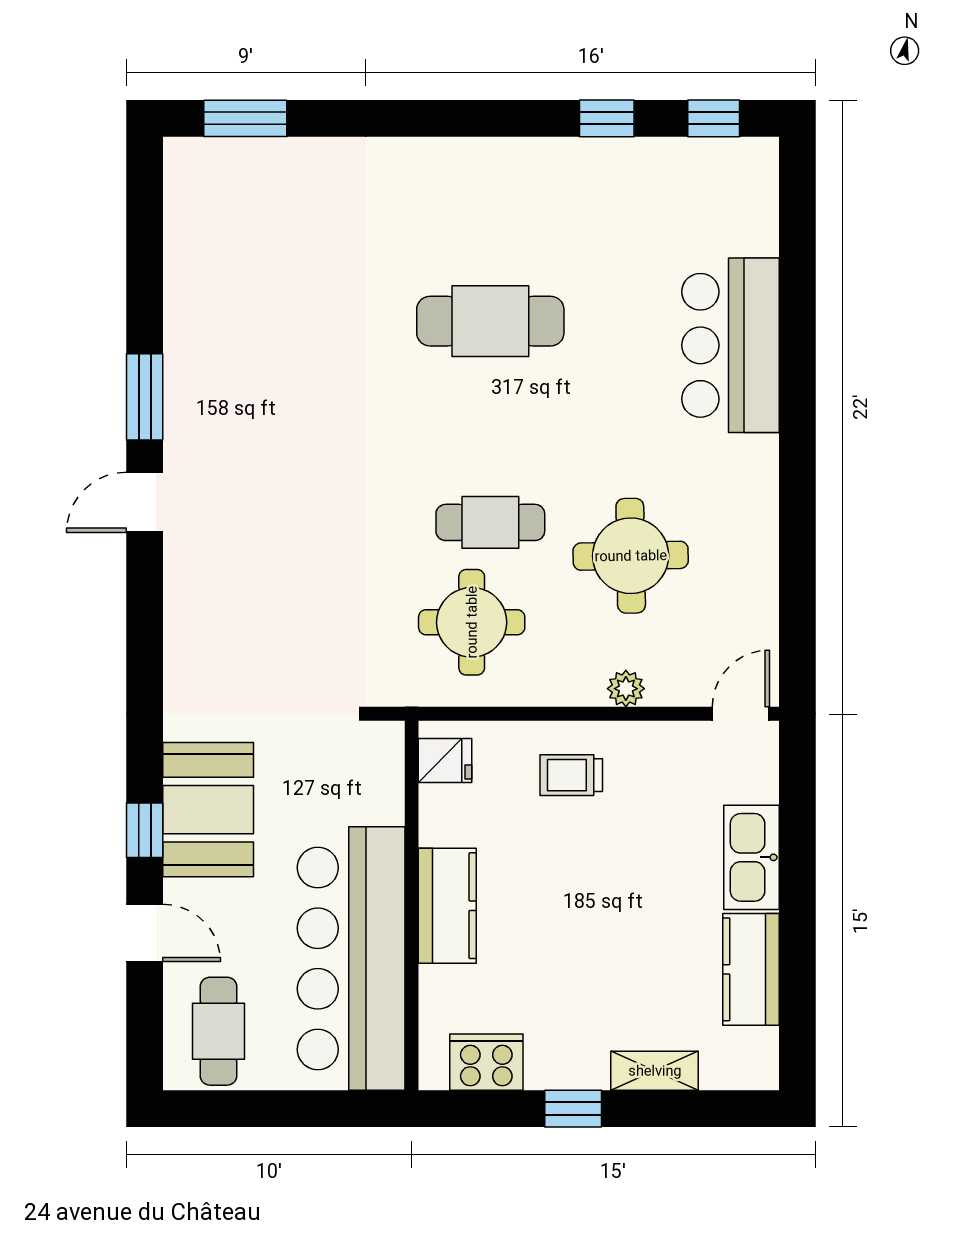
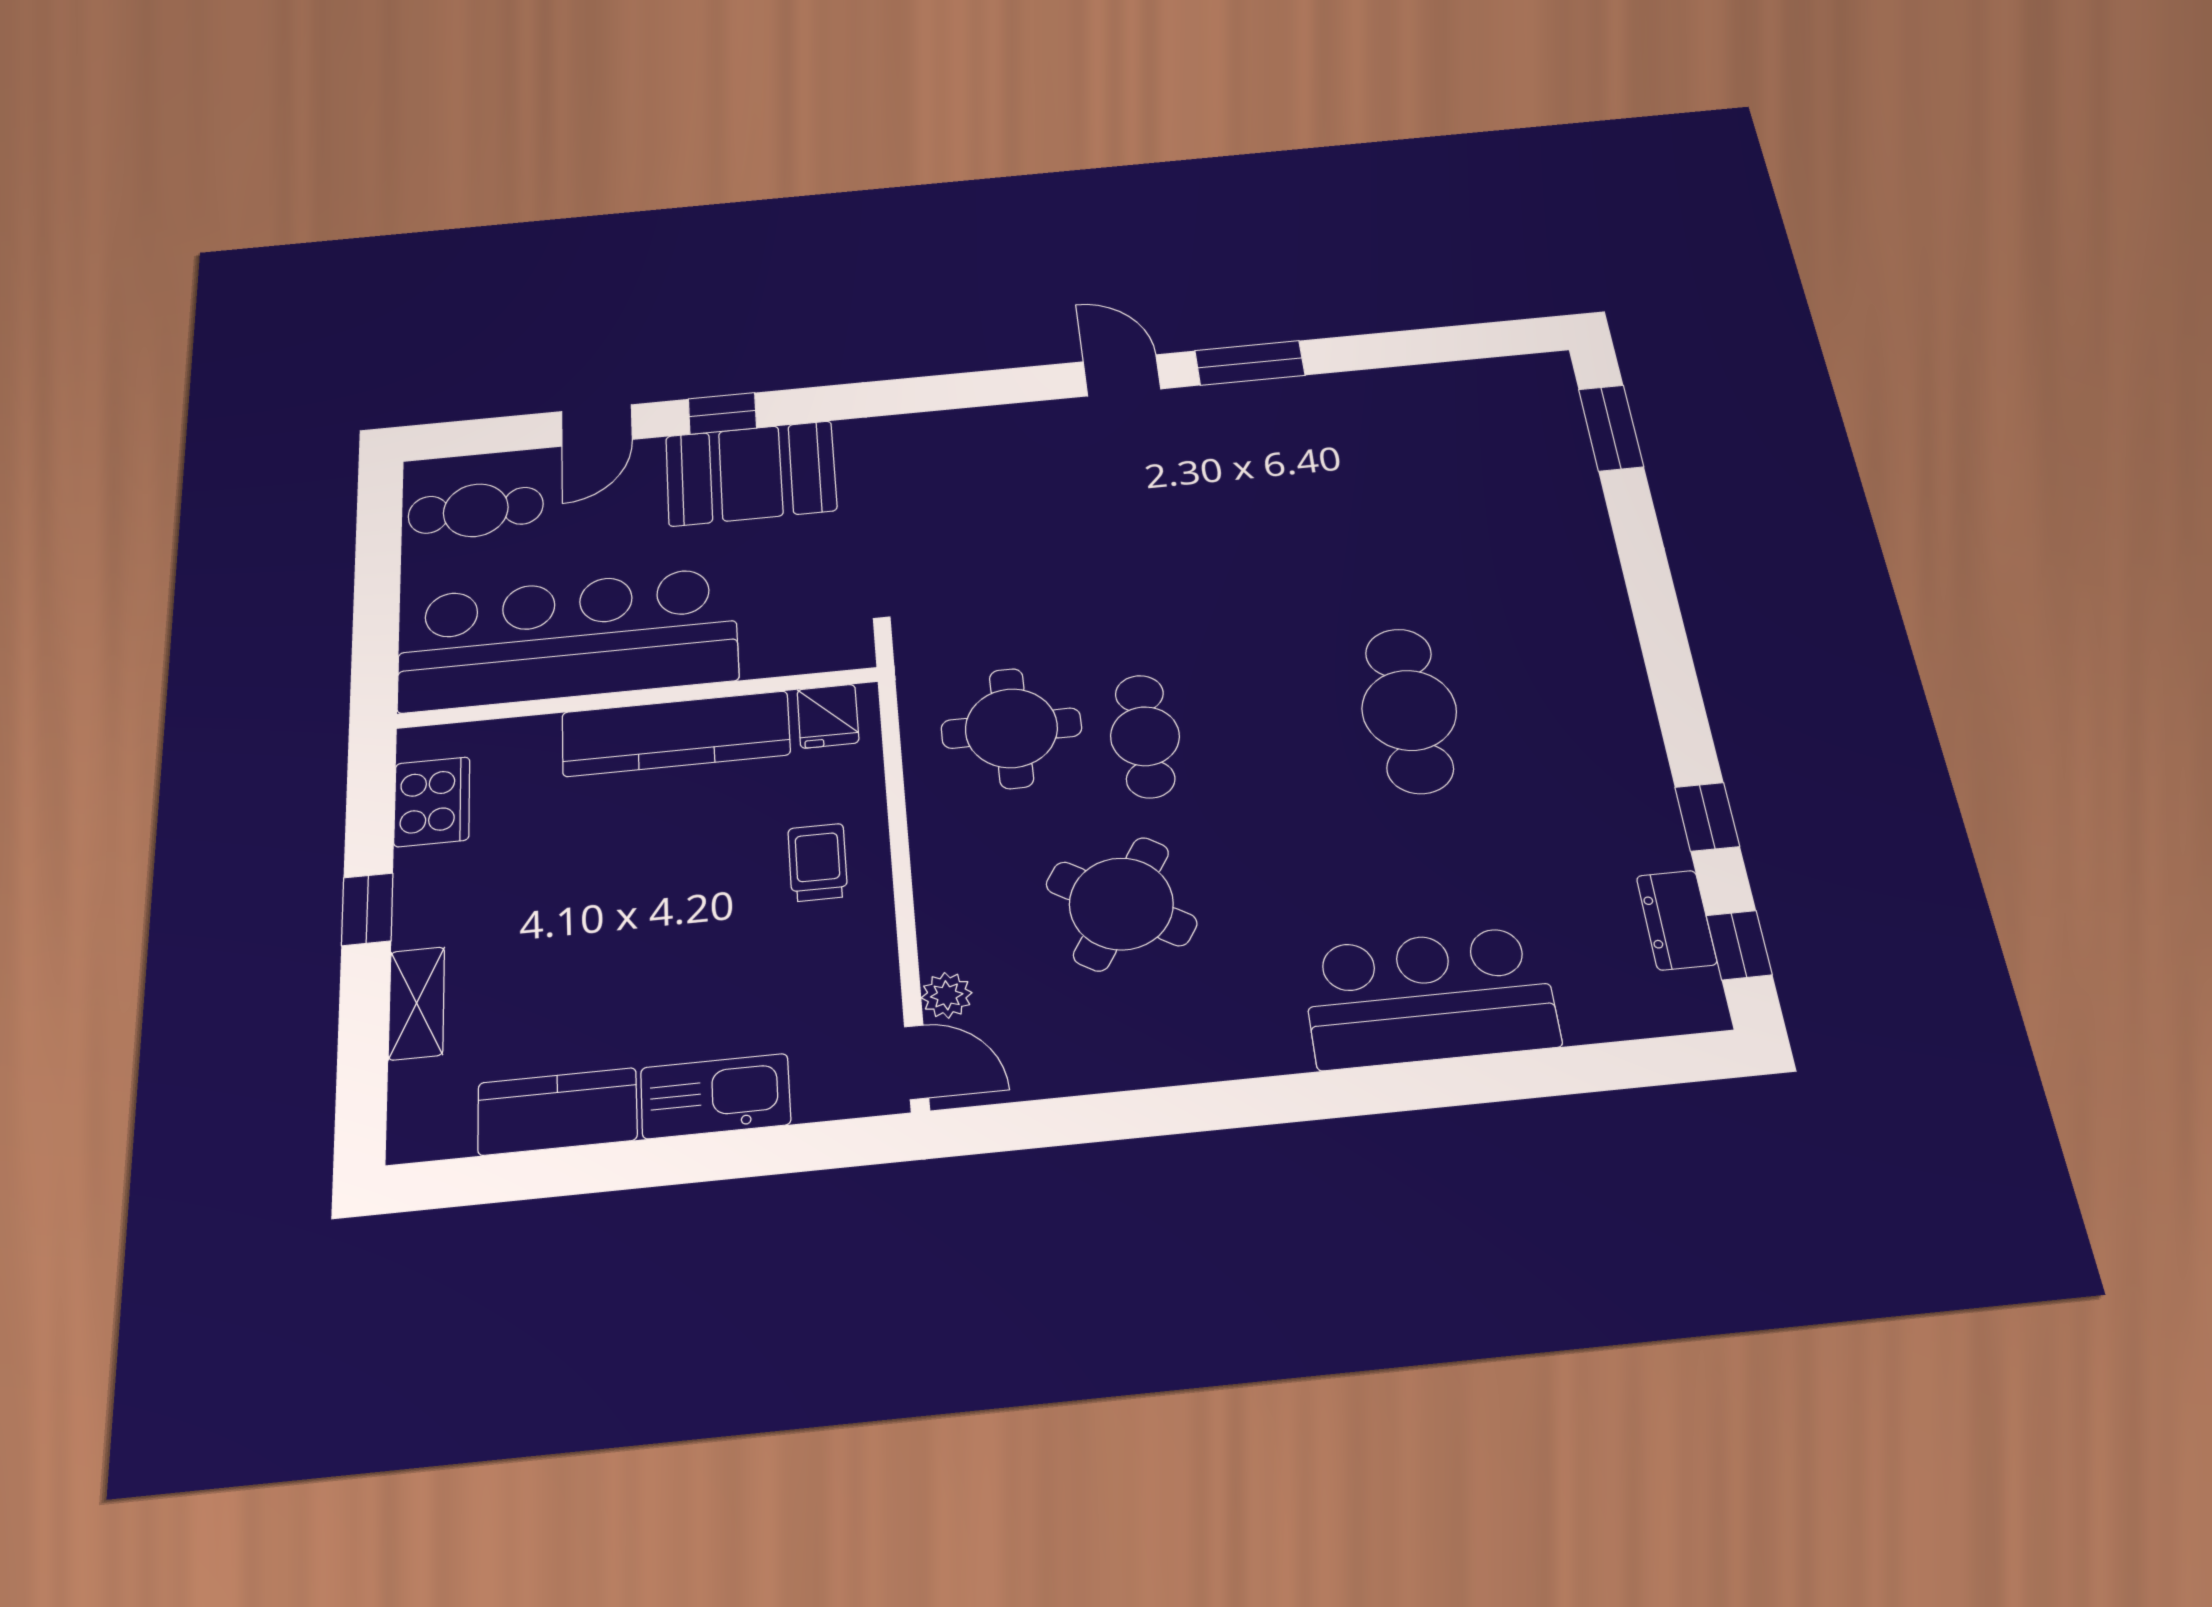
dresser: (689, 158) -> (1677, 920), added
round table: (631, 556) -> (1121, 904), turned 33
plant: (626, 689) -> (947, 995), moved
kitchen counter: (447, 906) -> (676, 734), width x1.50

